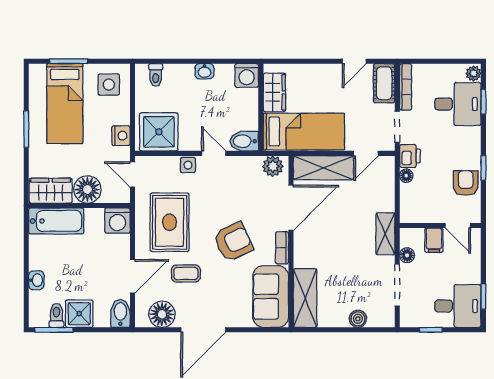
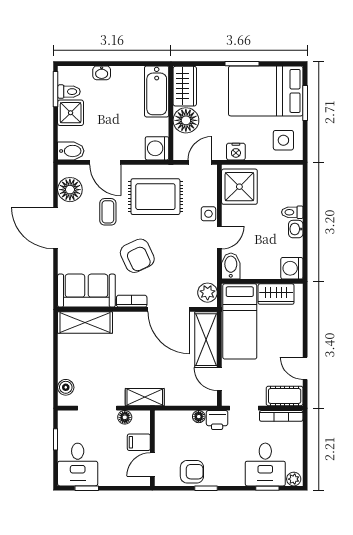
toilet: (156, 75) -> (292, 212), moved
bed: (65, 104) -> (266, 91), width x1.50
boiler: (358, 319) -> (66, 387), moved

